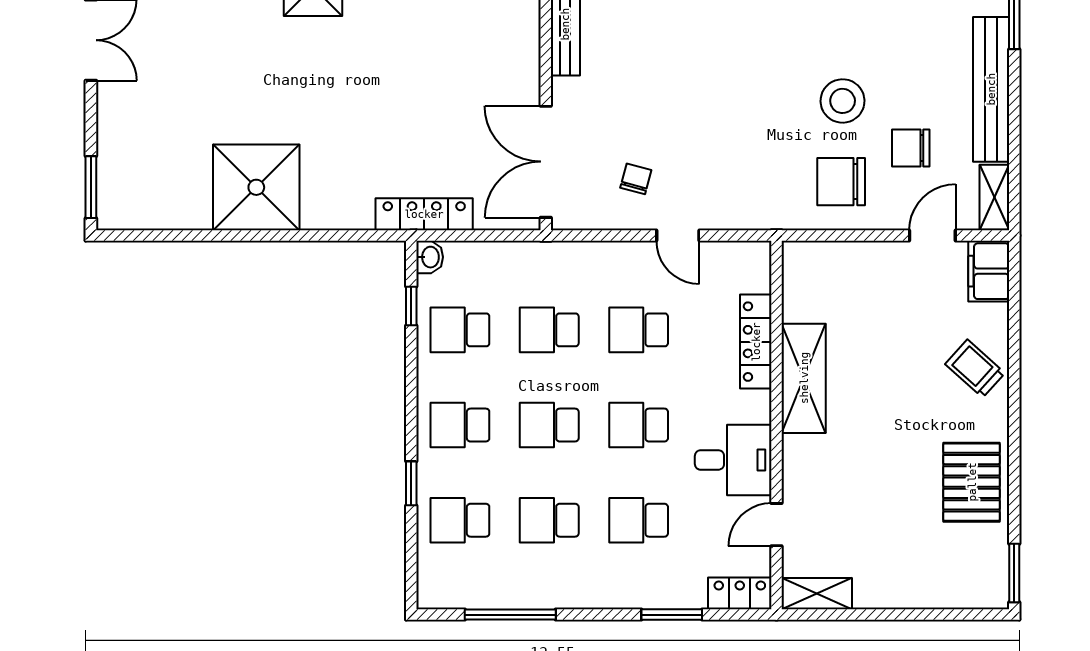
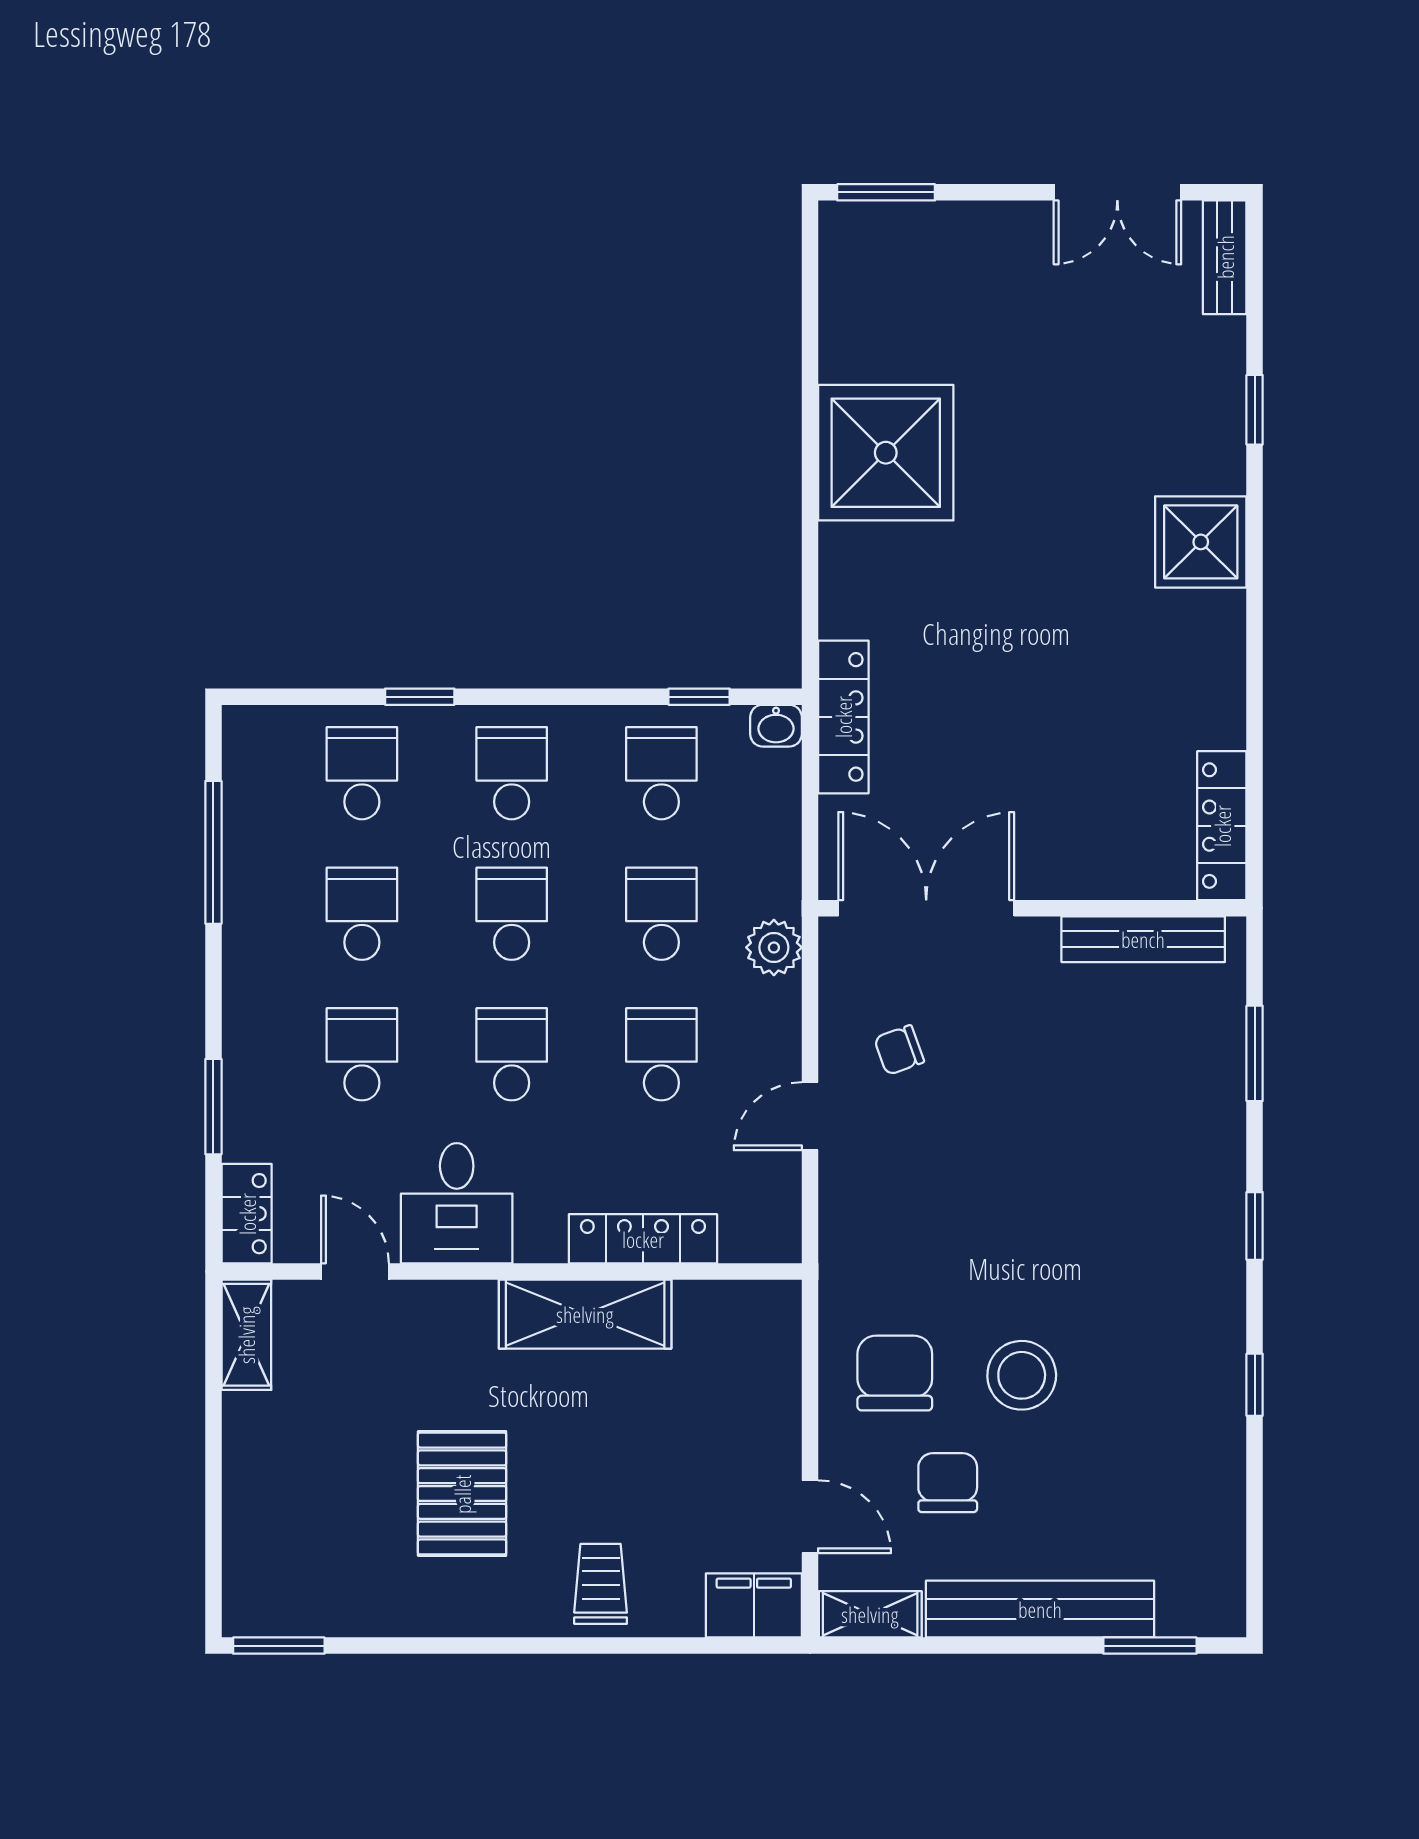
chair: (636, 179) -> (899, 1050), turned 145
plant: (571, 258) -> (774, 947), added
trolley: (975, 369) -> (601, 1584), turned -42
pallet: (972, 482) -> (462, 1494), moved, turned 90

